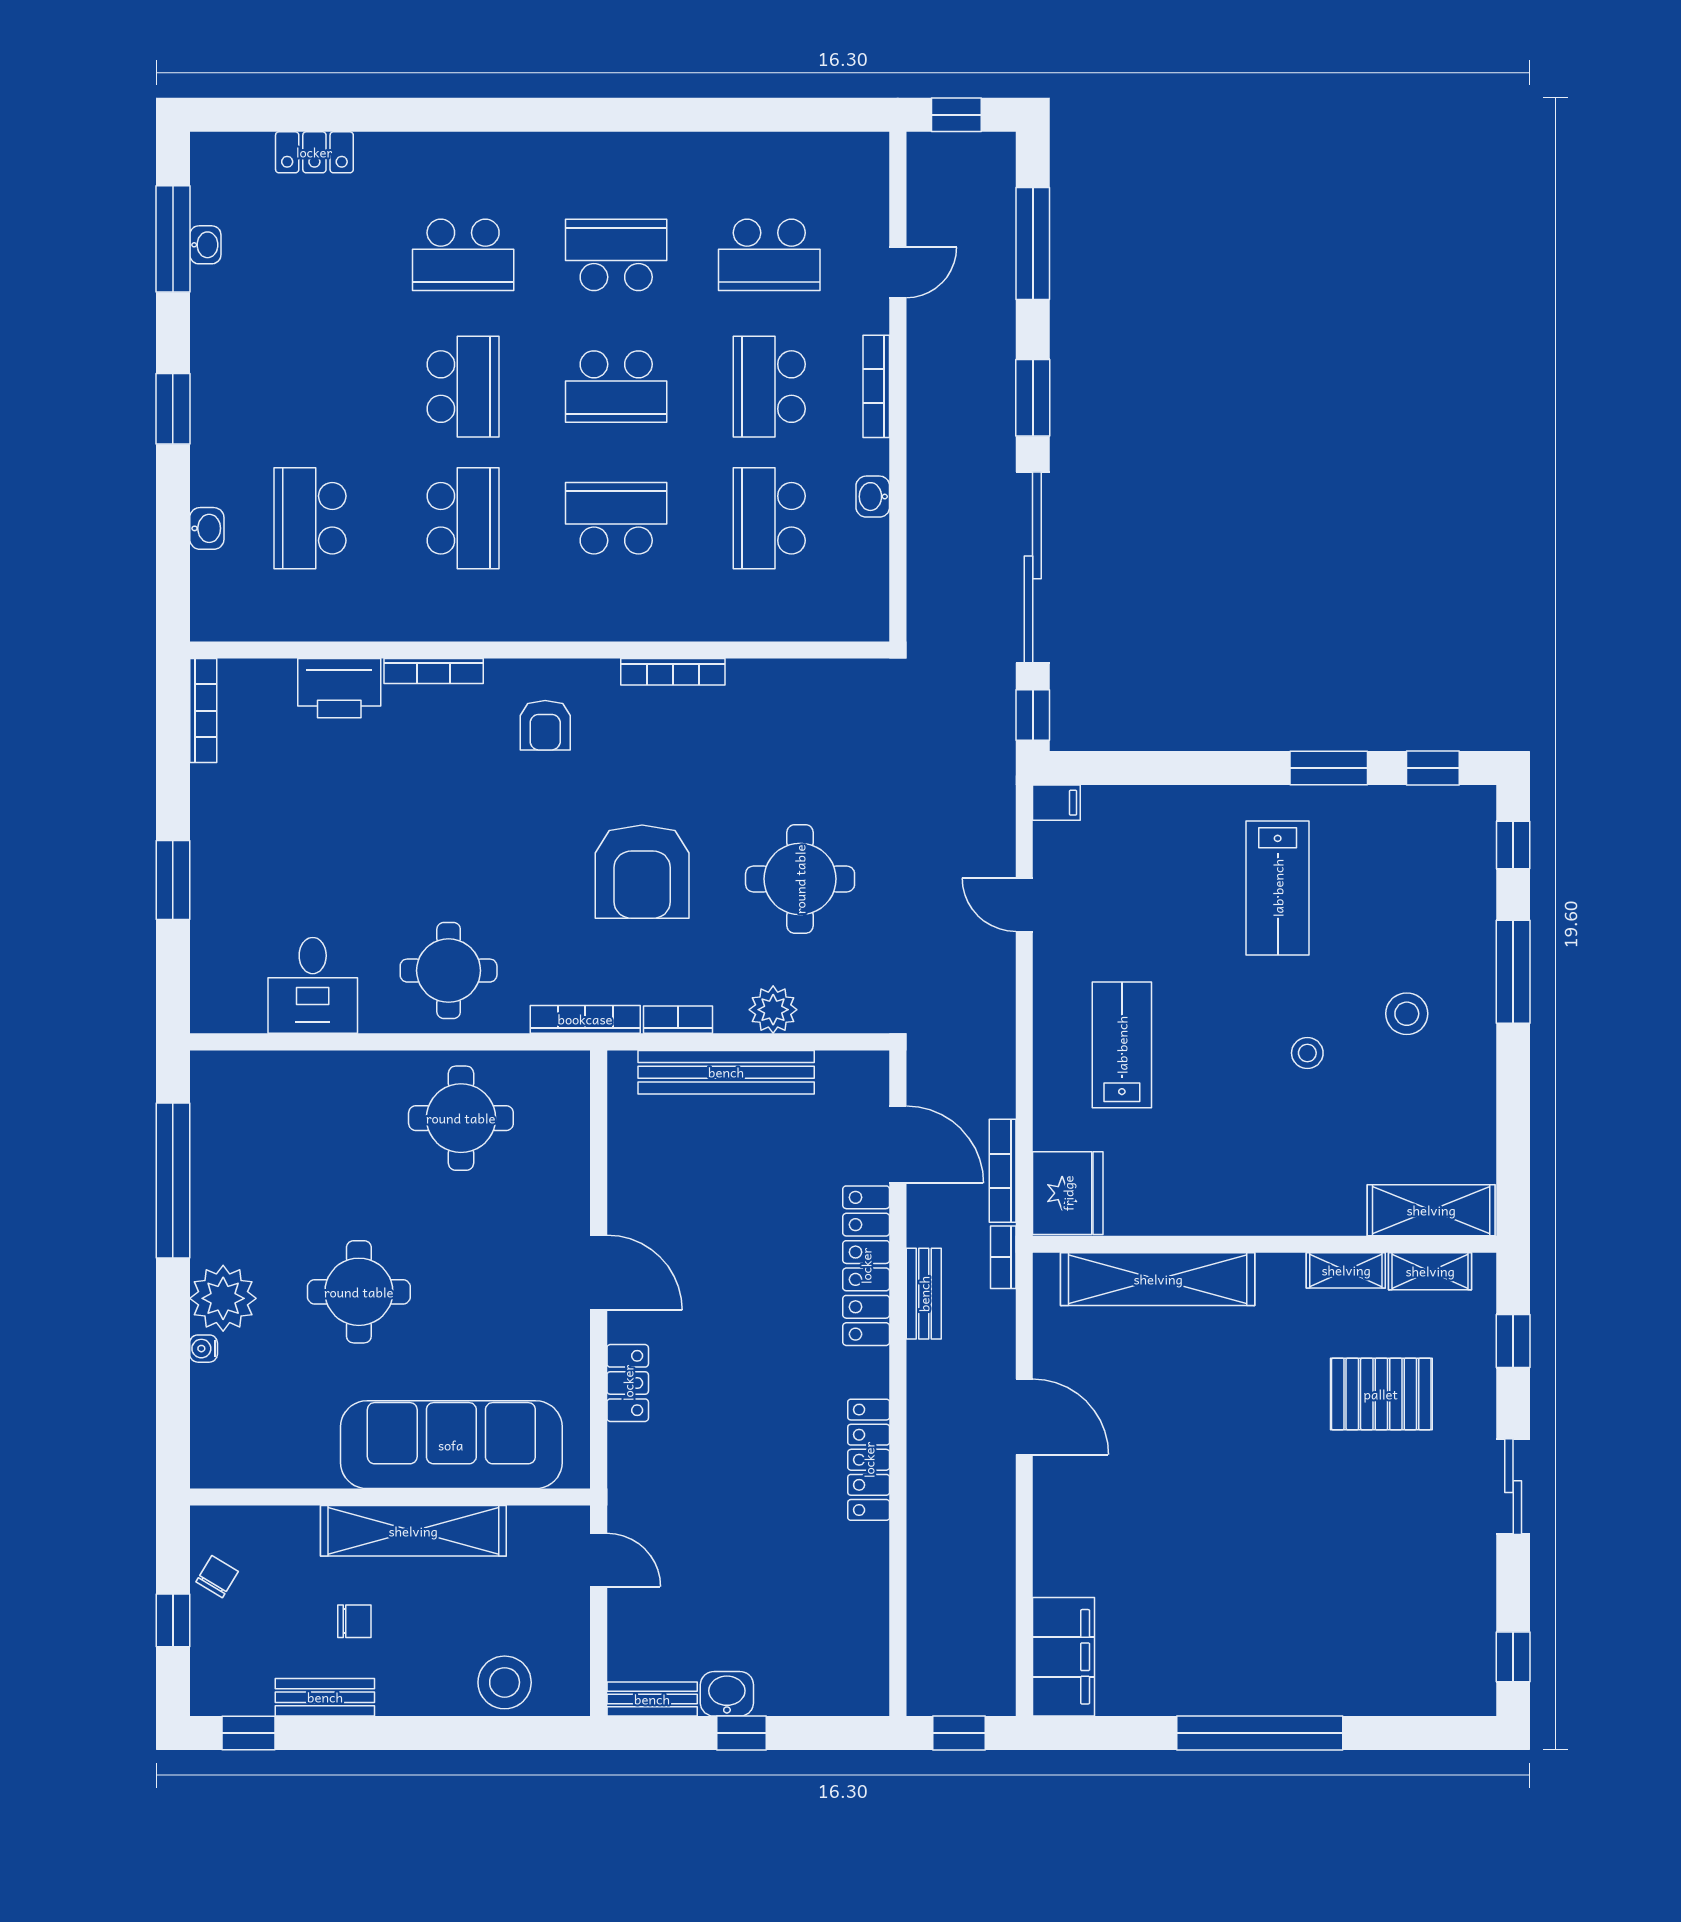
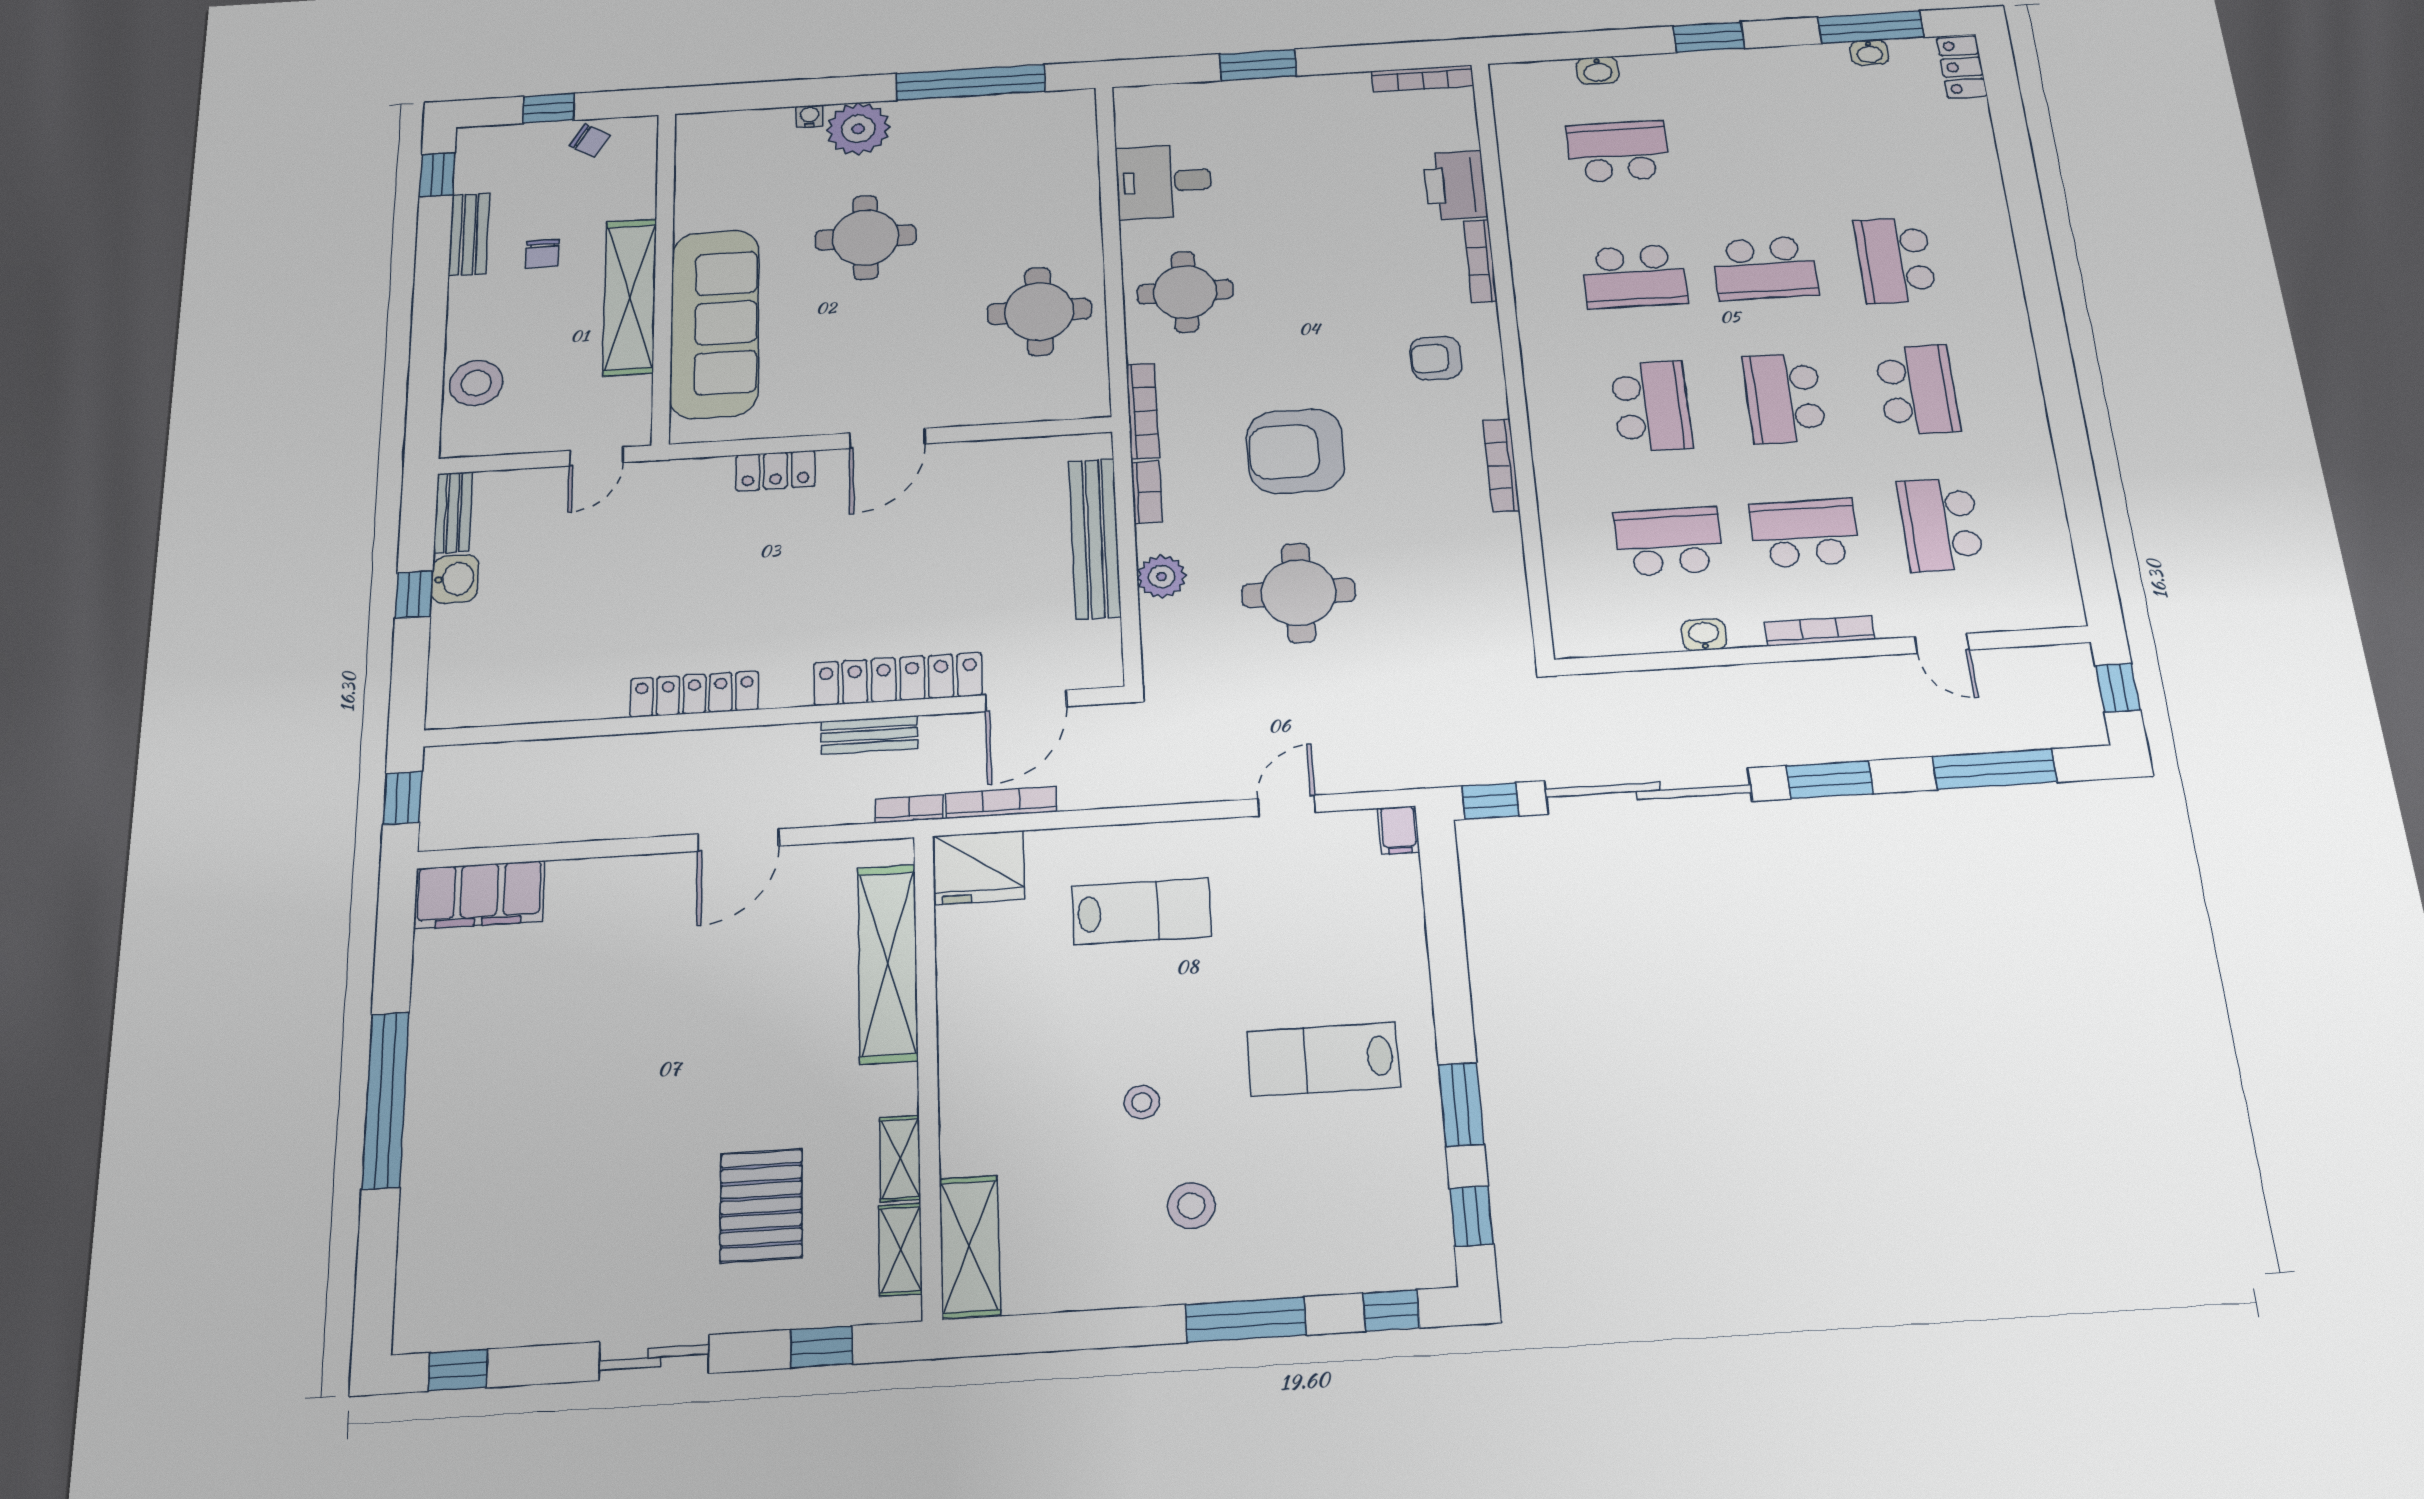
locker: (314, 152) -> (1962, 67), moved

